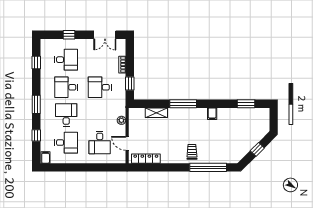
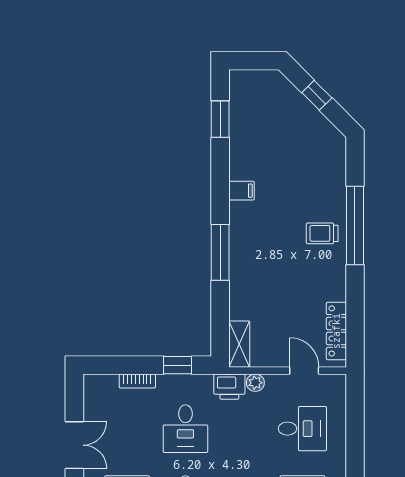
double door: (105, 35) -> (74, 445), moved
printer: (120, 108) -> (229, 387), added
shelving: (156, 113) -> (239, 344), moved
door: (127, 143) -> (304, 371), swing flipped
window: (208, 167) -> (355, 226), moved

